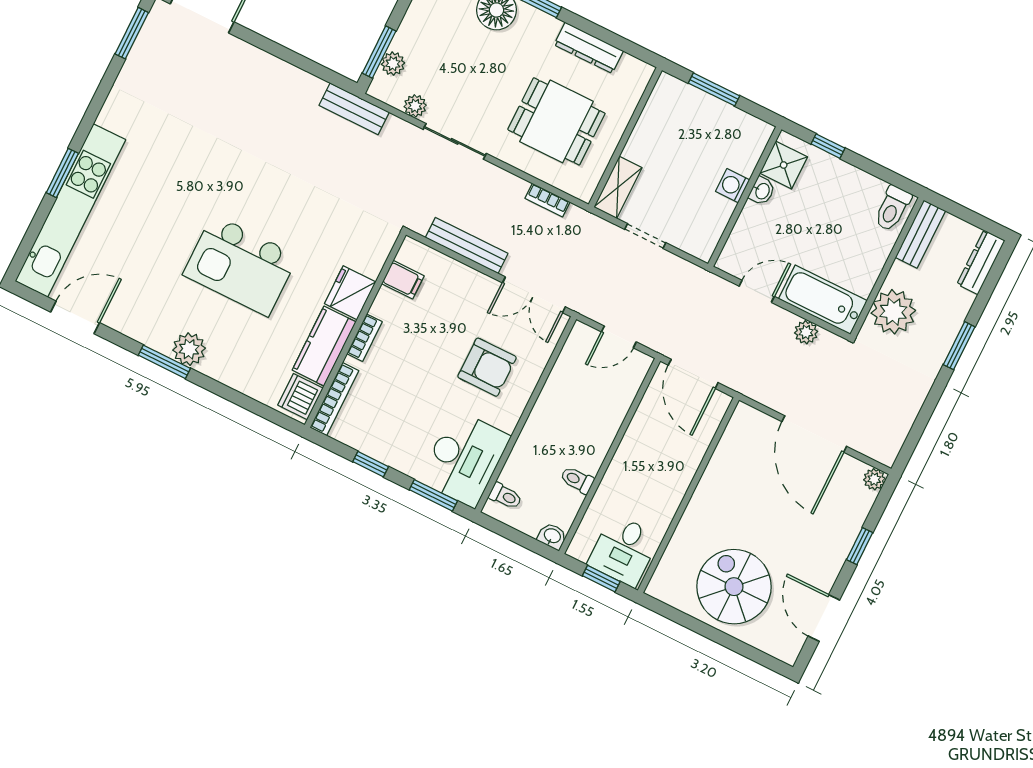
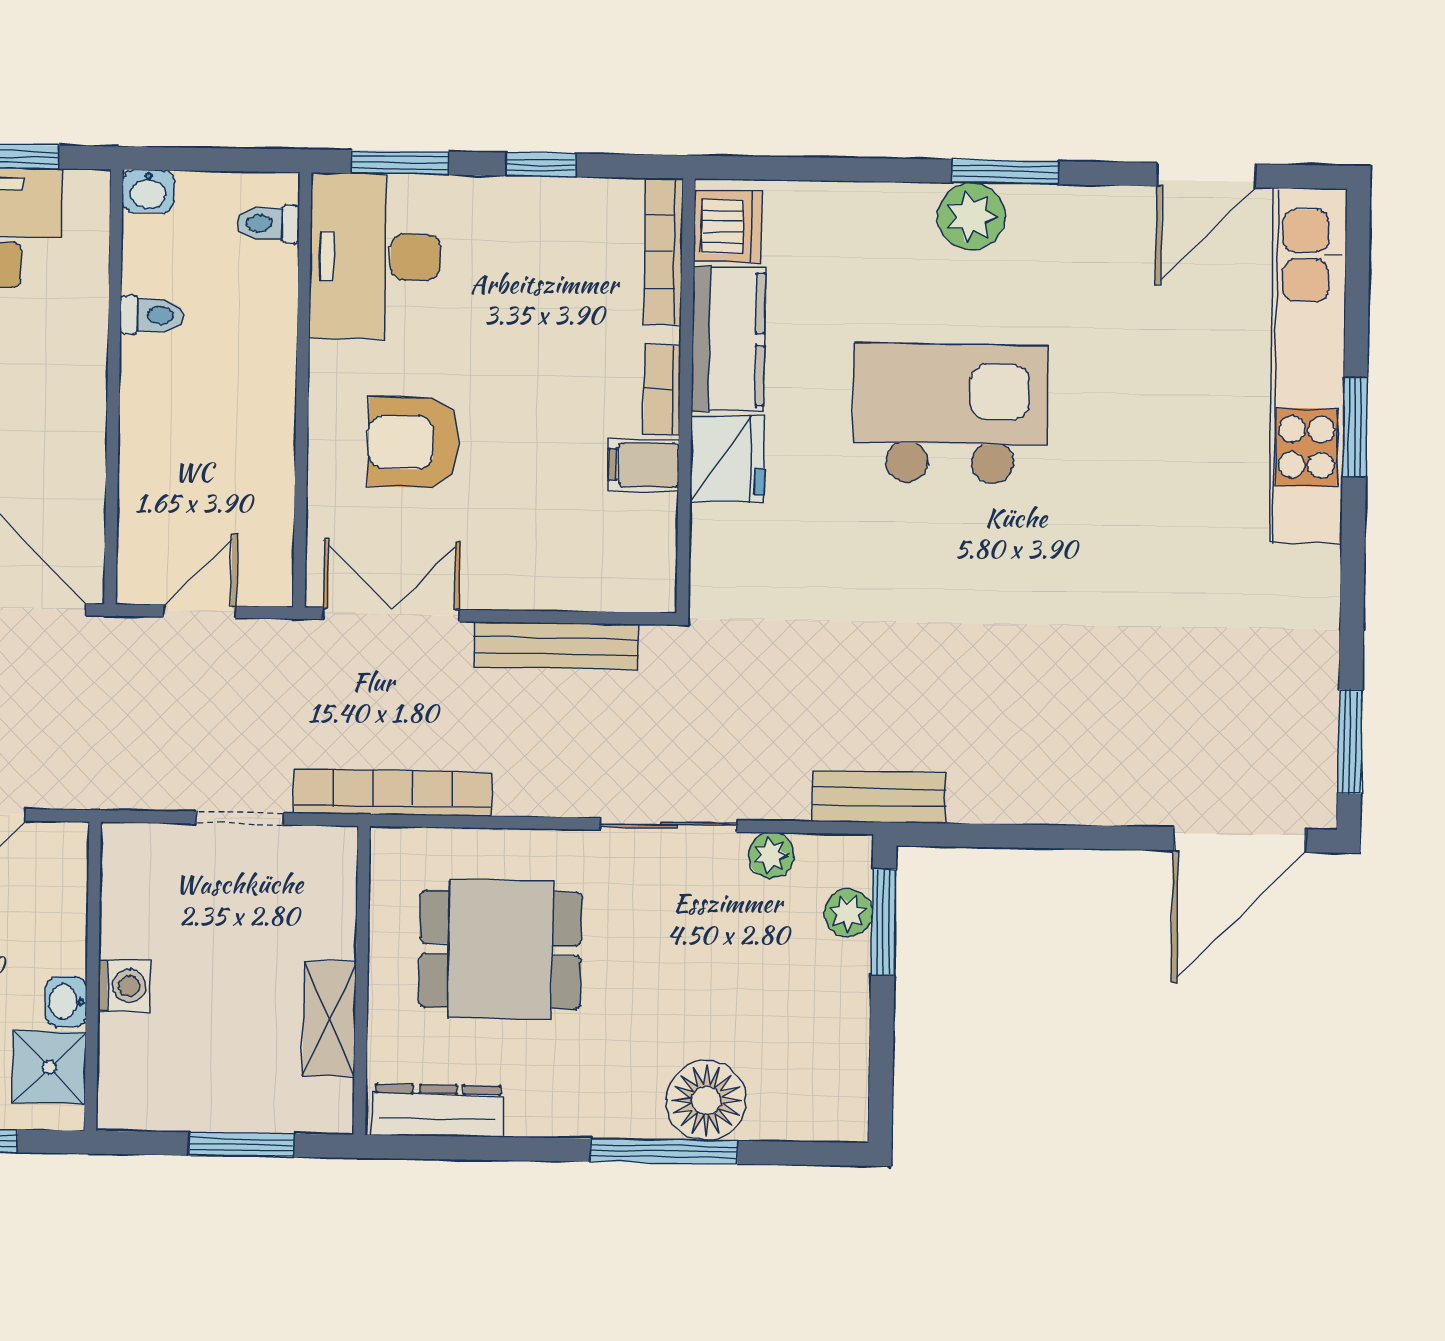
dresser: (589, 48) -> (438, 1110), moved
shelving: (618, 187) -> (329, 1019), moved
bookcase: (548, 200) -> (393, 793), width x2.31, depth x1.31
filing cabinet: (403, 280) -> (644, 465), moved

